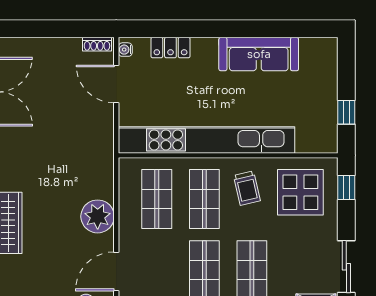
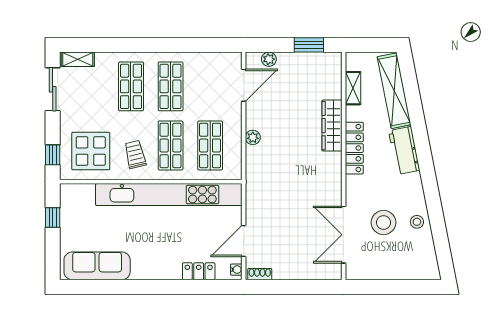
sofa: (259, 54) -> (97, 266), moved
door: (116, 84) -> (244, 241), swing flipped
plant: (98, 216) -> (253, 137), width x0.53, depth x0.53

